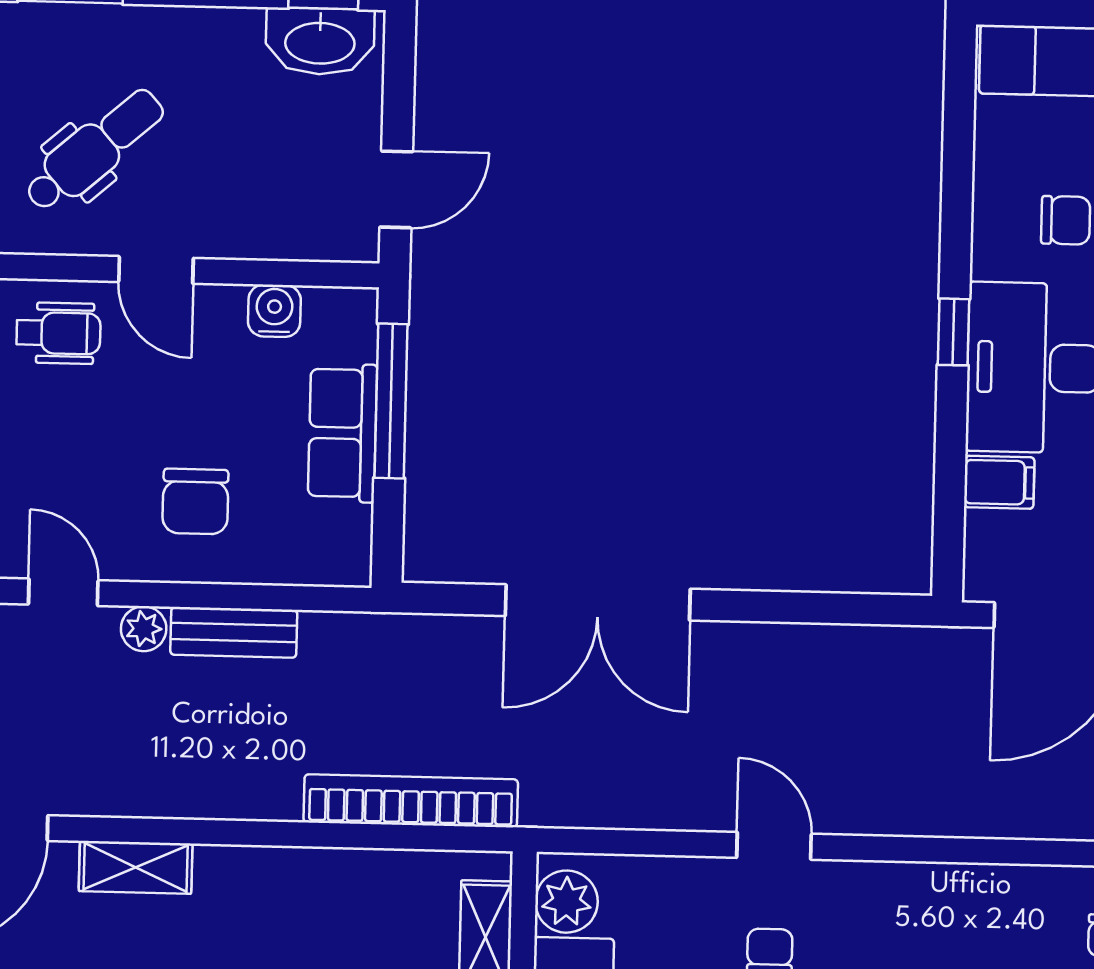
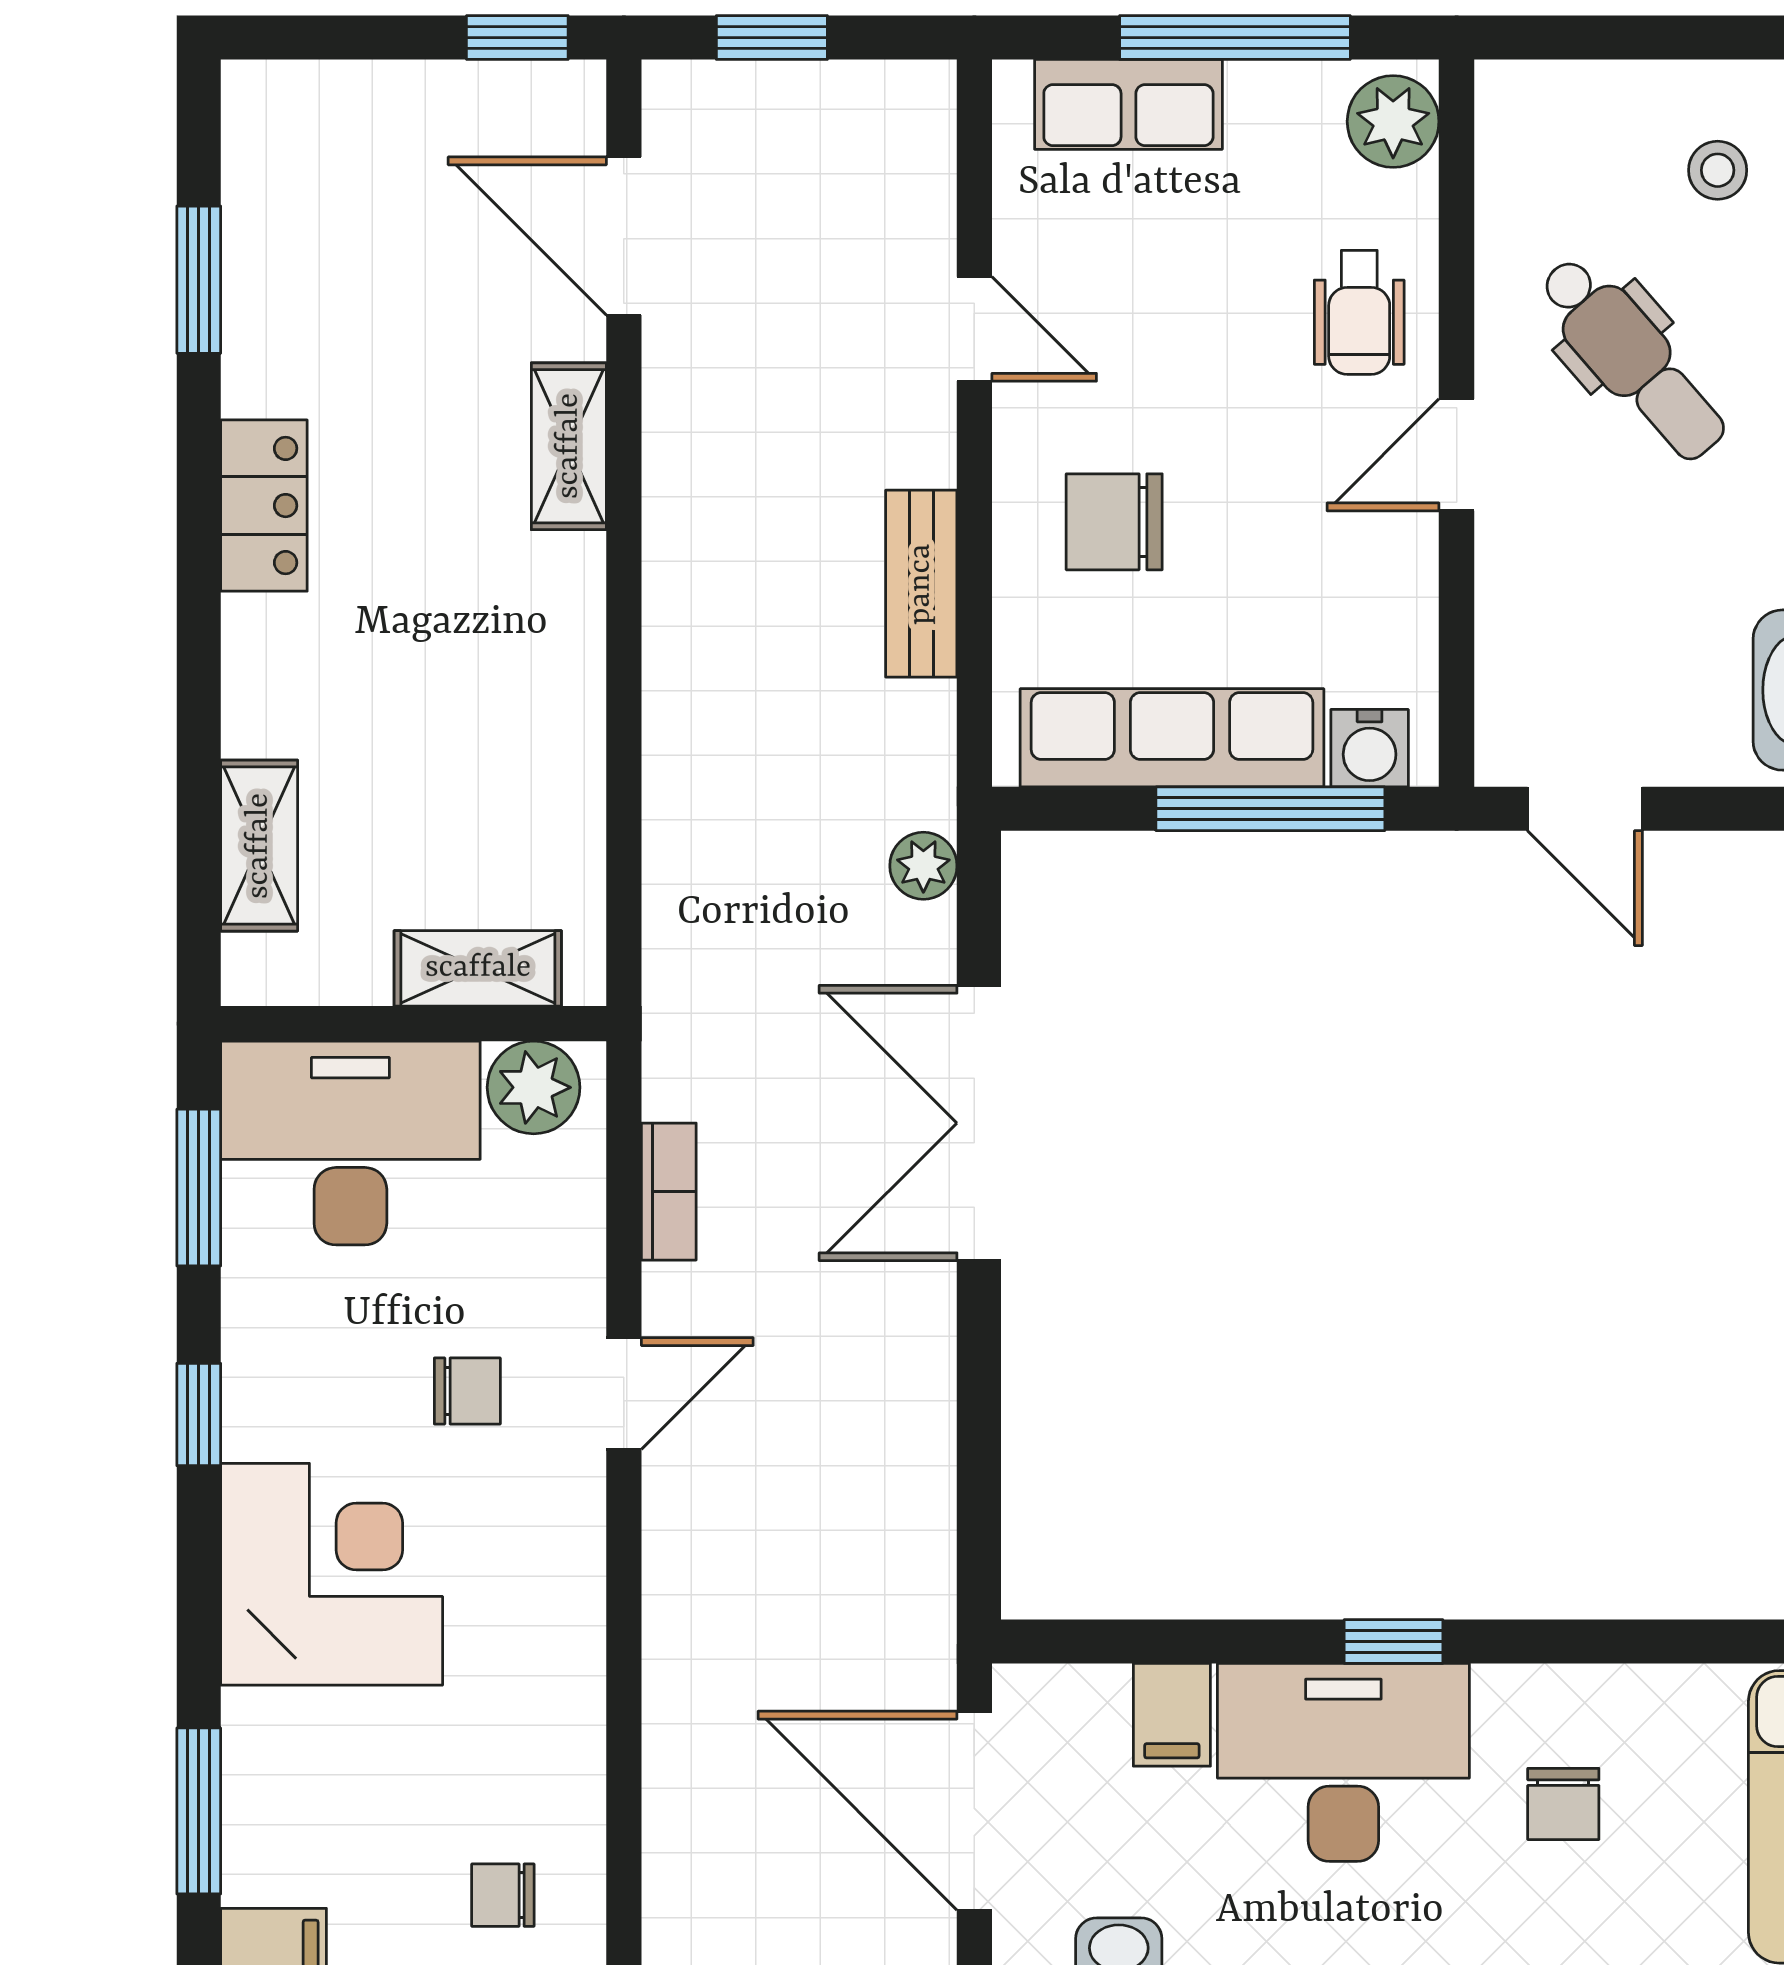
water cooler: (274, 311) -> (1370, 748), moved, turned 90
row of seats: (342, 433) -> (1172, 738), width x1.48
door: (63, 592) -> (974, 329), hinge flipped
plant: (144, 629) -> (923, 866), moved
bookcase: (411, 801) -> (669, 1192), moved, width x0.43, depth x0.76

